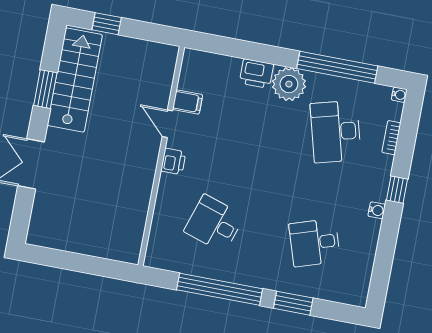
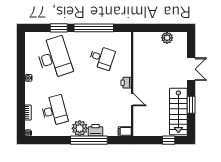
window: (337, 67) -> (89, 140), moved
filing cabinet: (187, 102) -> (125, 131), moved
window: (397, 190) -> (21, 89), removed
plant: (69, 240) -> (167, 38), added
desk: (315, 243) -> (54, 58), width x1.87, depth x1.30

